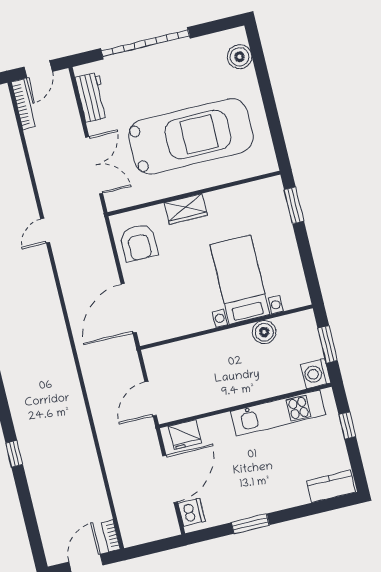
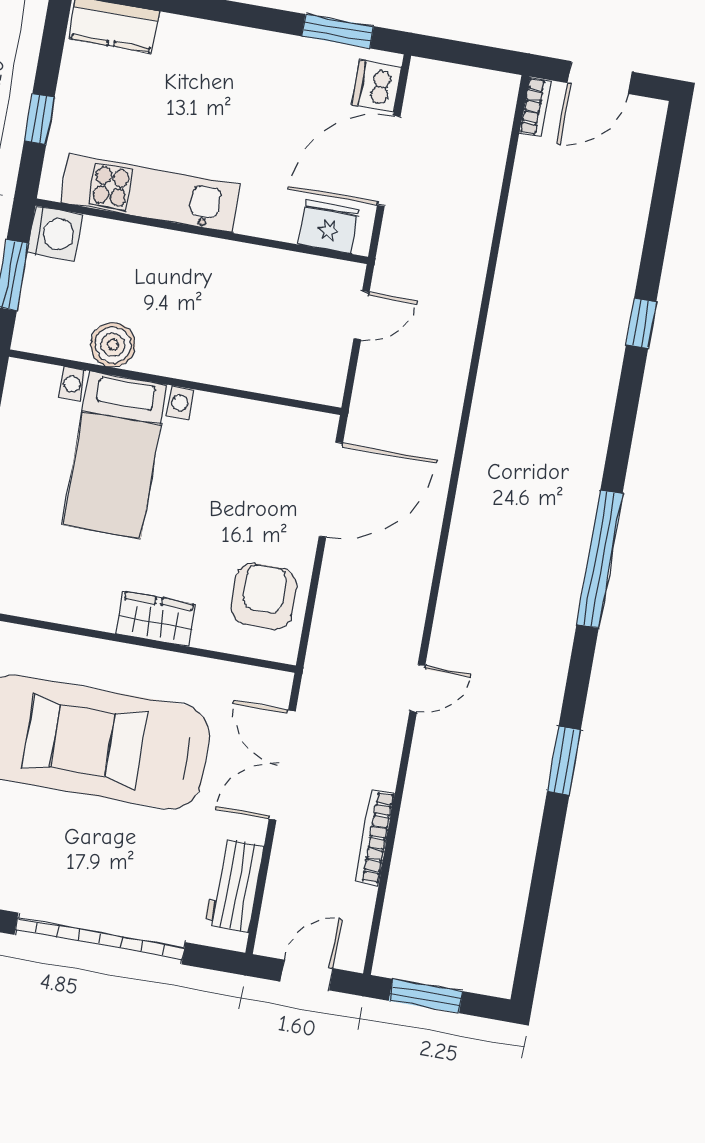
bookcase: (23, 104) -> (375, 837), moved
door: (151, 399) -> (362, 315), width x0.73
window: (250, 524) -> (338, 31), moved

